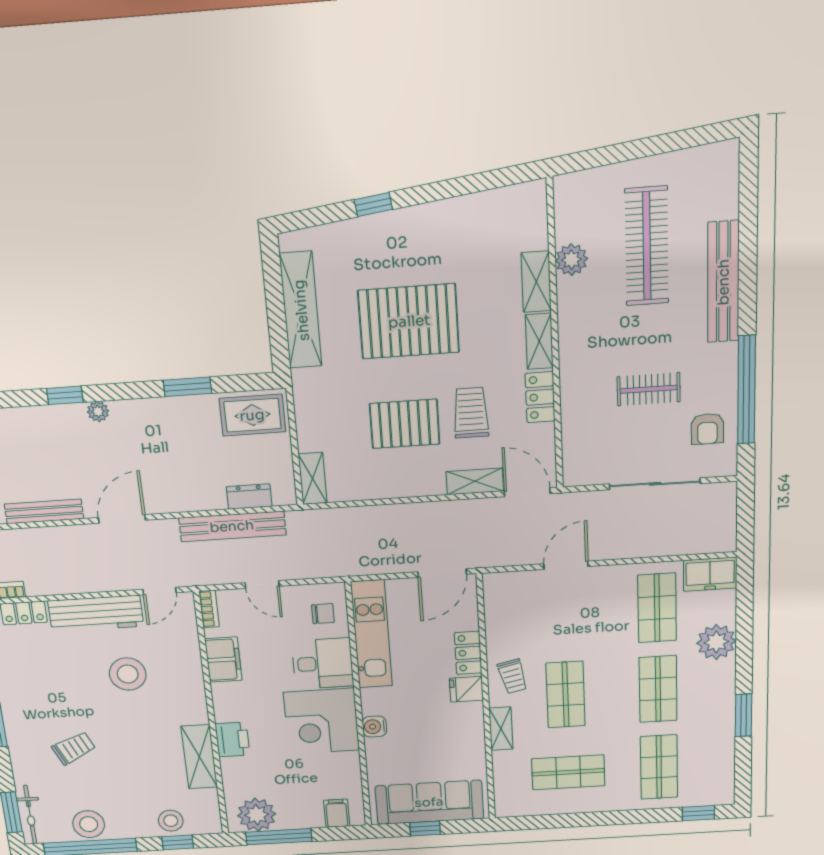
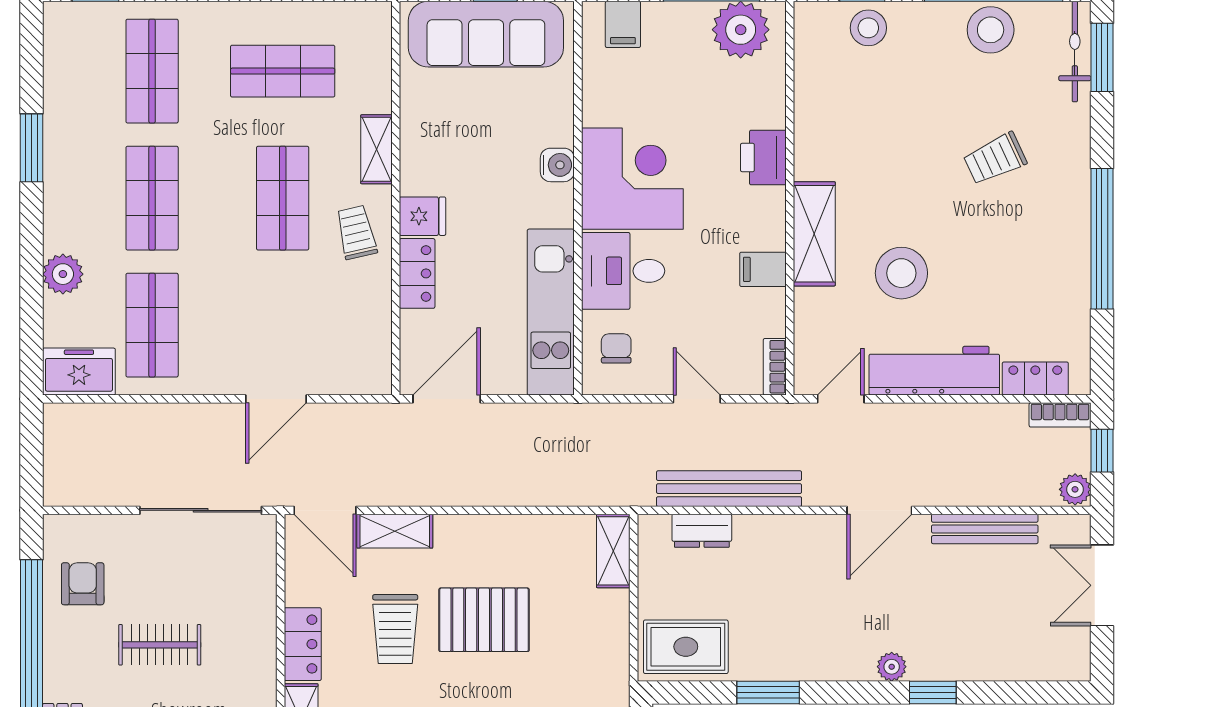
sliding door: (655, 484) -> (201, 510), moved
chair: (323, 614) -> (616, 348), turned 90
plant: (716, 642) -> (63, 274), width x0.73, depth x0.73
filing cabinet: (223, 660) -> (763, 269), width x0.50
shelving: (199, 757) -> (814, 234), moved

